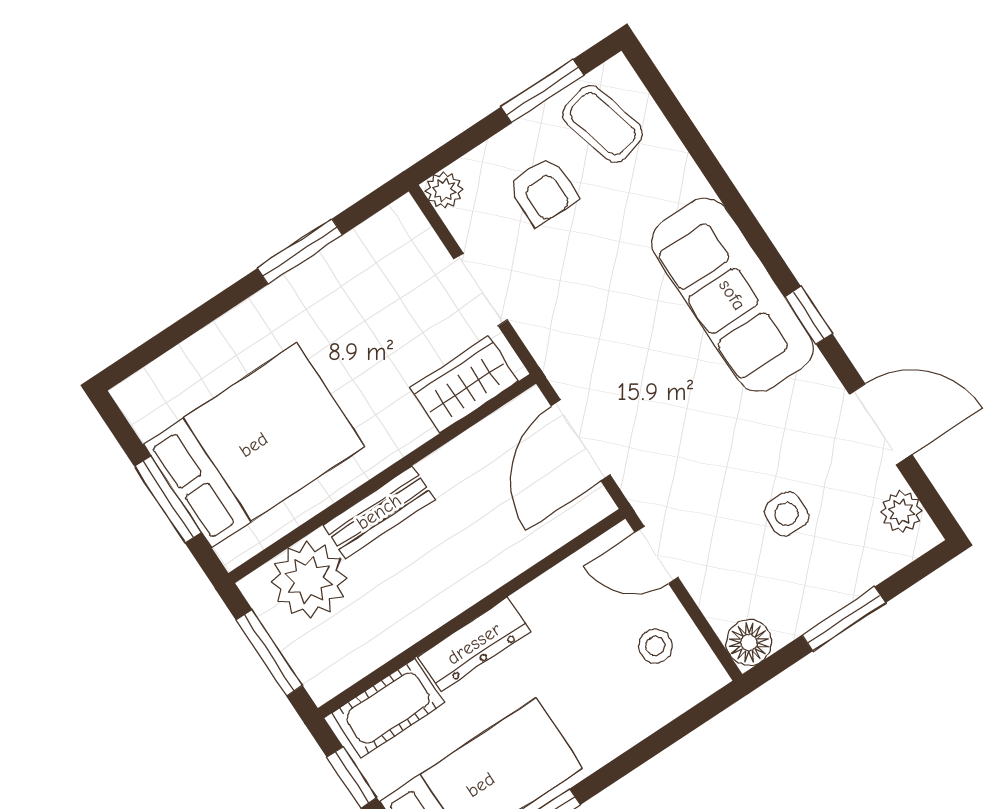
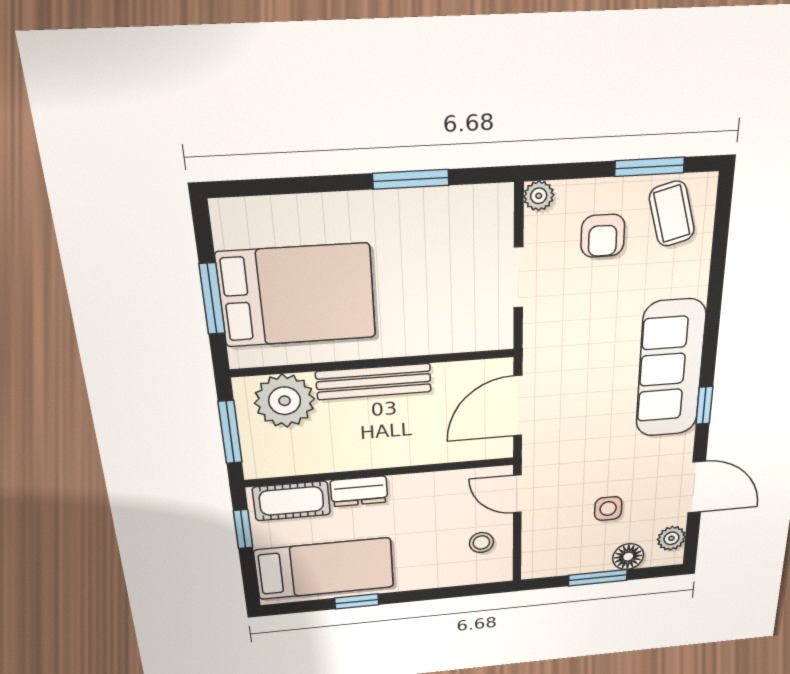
wardrobe: (464, 384) -> (467, 333), removed
bench: (379, 512) -> (374, 382), width x1.36
floor lamp: (749, 643) -> (628, 557), moved
dresser: (474, 644) -> (359, 491), width x0.70

